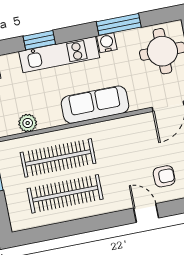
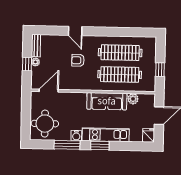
window: (39, 40) -> (100, 146), moved
sofa: (95, 105) -> (107, 101), moved
armchair: (164, 176) -> (78, 60), moved

